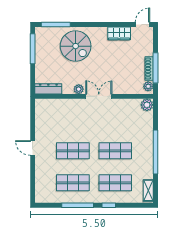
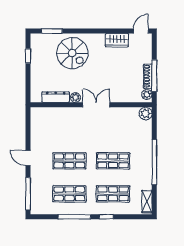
window: (56, 25) -> (52, 31), width x0.69
window: (33, 49) -> (28, 56), width x0.46
dresser: (48, 89) -> (56, 97), moved
window: (33, 183) -> (28, 194), added

